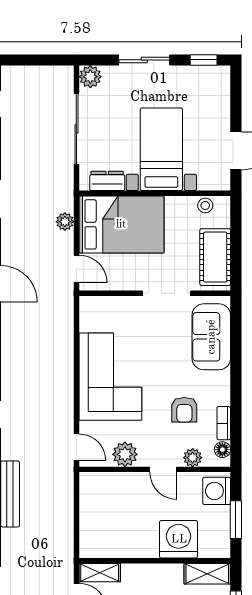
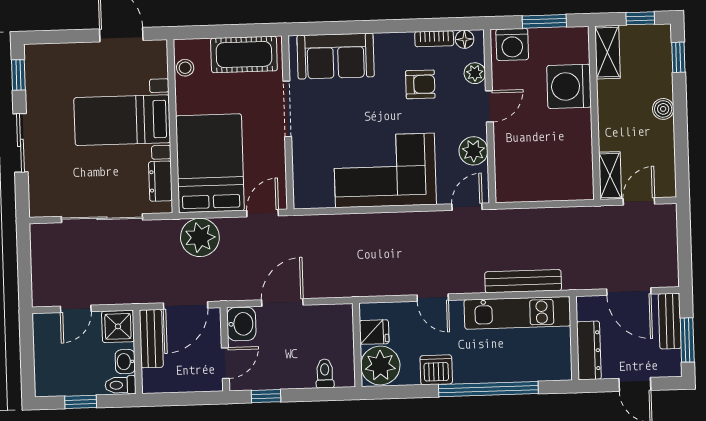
plant: (90, 77) -> (41, 204), removed
plant: (65, 222) -> (200, 237), width x1.87, depth x1.87

